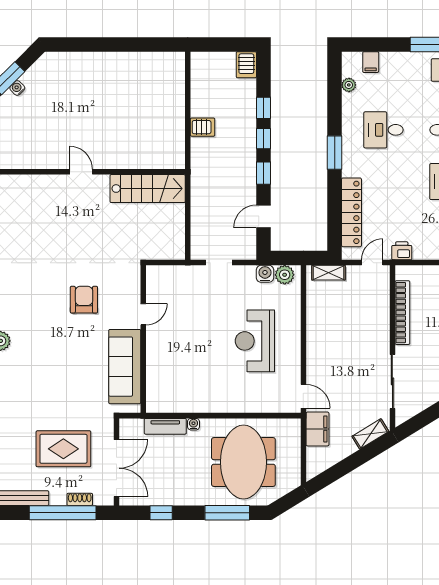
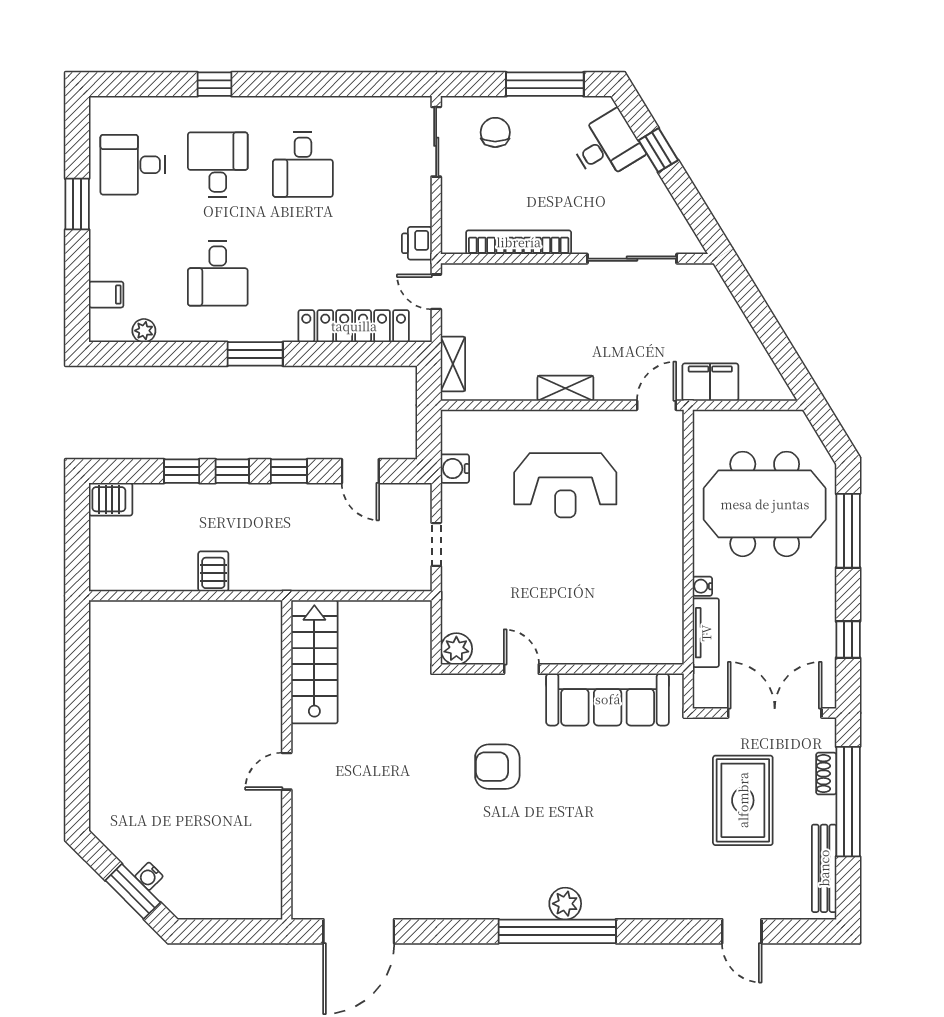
plant: (285, 275) -> (456, 649), moved
shelving: (370, 434) -> (565, 388), moved, turned -59

